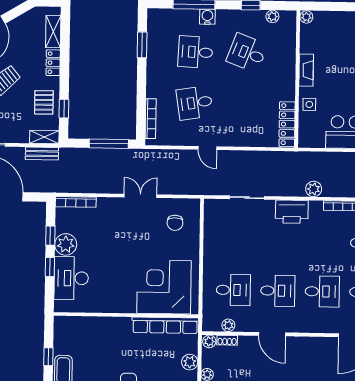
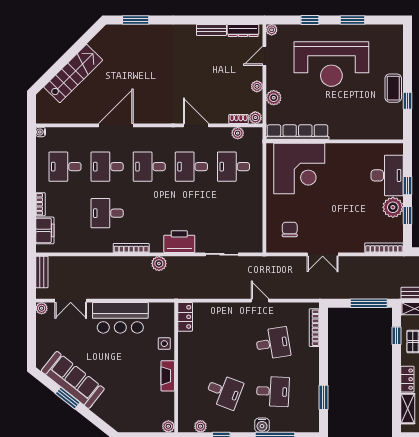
locker: (287, 124) -> (185, 317), width x0.66
window: (109, 144) -> (369, 303), moved

